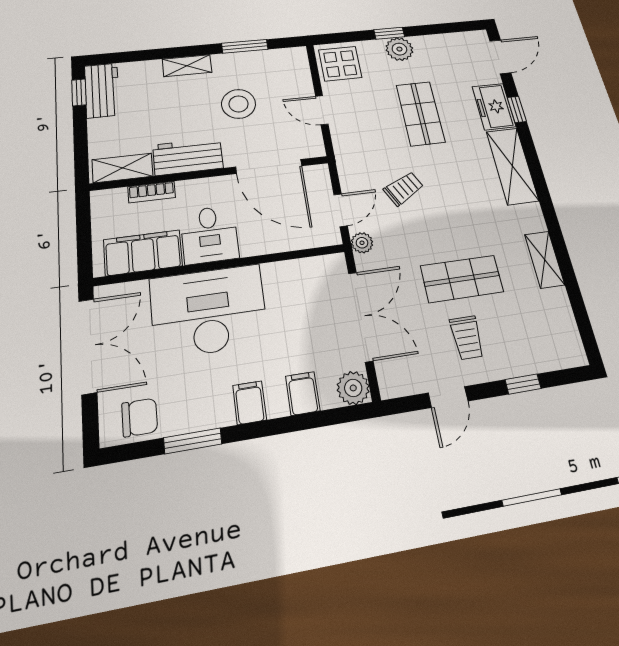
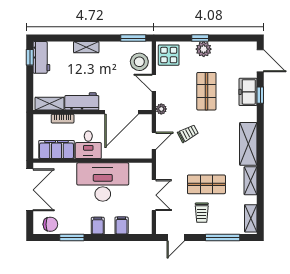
window: (245, 46) -> (133, 38), moved
door: (500, 57) -> (260, 61), hinge flipped
stool: (239, 104) -> (139, 62), moved
door: (269, 166) -> (122, 112), hinge flipped
shelving: (512, 166) -> (248, 144), moved
plant: (362, 243) -> (161, 109), moved
desk: (209, 311) -> (103, 182), moved
double door: (361, 316) -> (154, 195), width x0.73
shelving: (567, 334) -> (251, 218), added
window: (523, 384) -> (223, 238), width x2.17
plant: (353, 388) -> (144, 227), removed
door: (448, 397) -> (176, 238), moved

